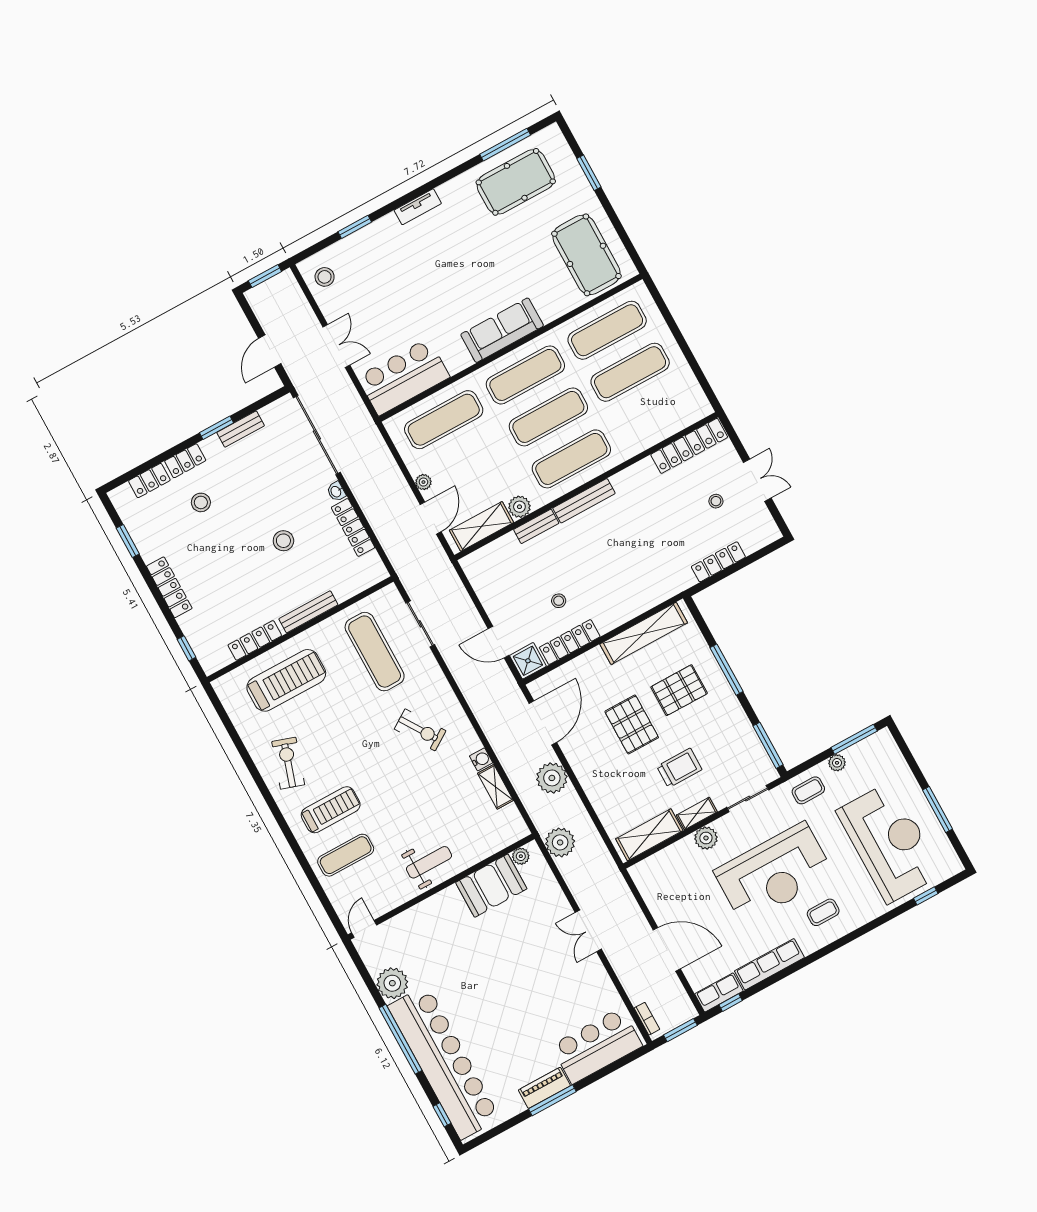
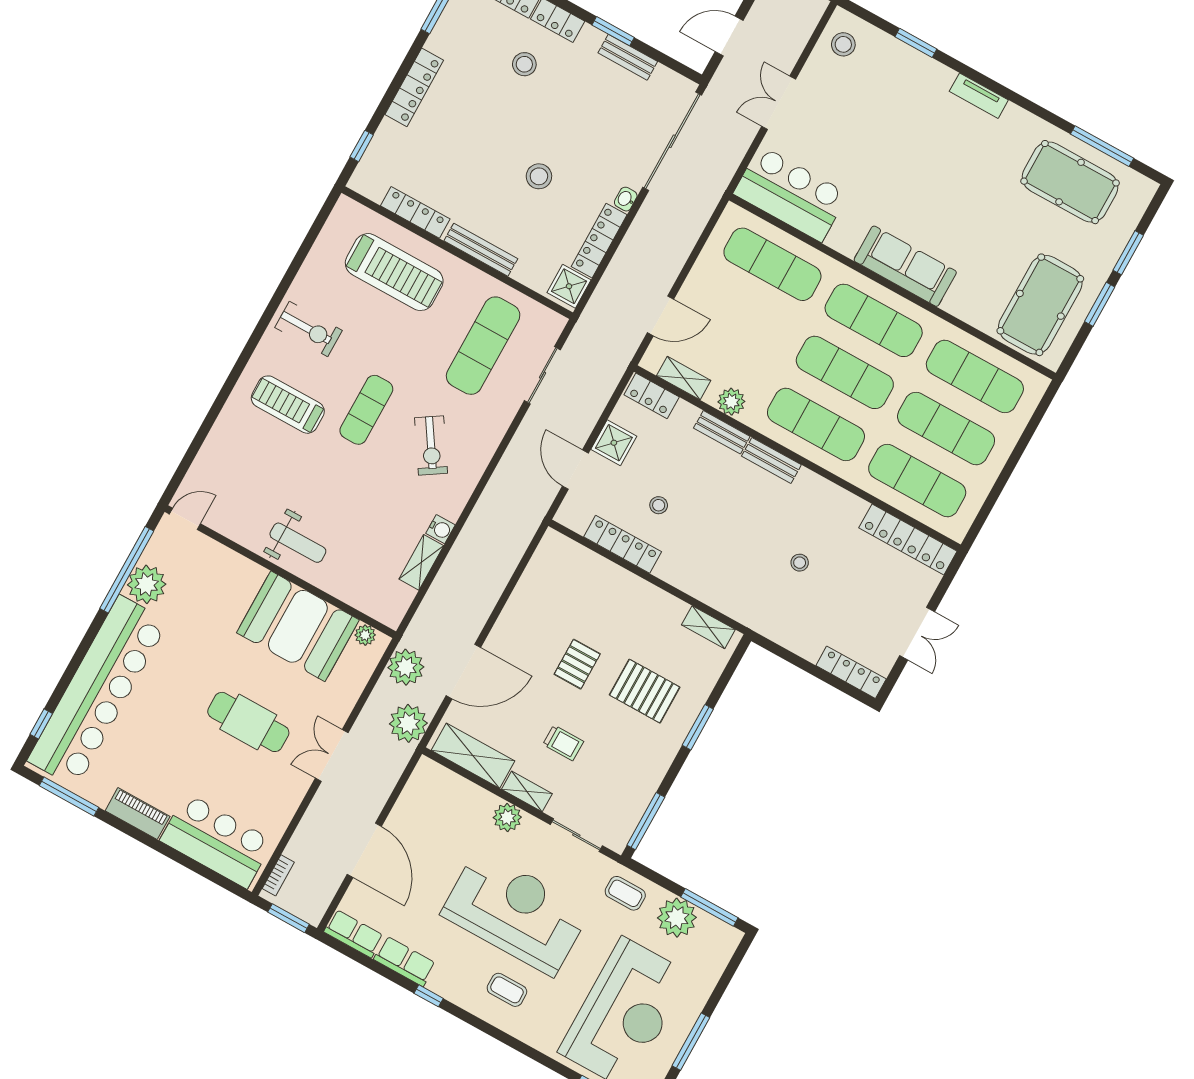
window: (612, 214) -> (1100, 304), added
double door: (336, 346) -> (779, 103), swing flipped
exercise mat: (653, 414) -> (917, 481), added
plant: (423, 482) -> (693, 284), removed
bench: (584, 501) -> (771, 460), width x0.73
stool: (716, 501) -> (800, 563), moved
shelving: (481, 526) -> (684, 378), width x0.67, depth x0.75
locker: (481, 559) -> (652, 396), added
locker: (718, 562) -> (851, 672), moved
shower: (371, 568) -> (569, 286), added
shelving: (644, 633) -> (708, 627), width x0.45, depth x0.75
shower: (528, 661) -> (614, 443), moved
window: (727, 670) -> (698, 727), width x0.69
door: (543, 723) -> (463, 672), moved
pallet: (632, 724) -> (577, 664), width x0.67, depth x0.71
exercise bike: (288, 763) -> (309, 329), turned 72
plant: (837, 763) -> (677, 918), width x1.88, depth x1.88
trolley: (679, 768) -> (563, 743), width x0.73, depth x0.72
plant: (552, 778) -> (408, 723), moved
treadmill: (331, 810) -> (288, 405), turned 180
exercise mat: (346, 855) -> (366, 410), moved, turned 90
reception desk: (774, 873) -> (516, 912), turned 180
booth: (491, 886) -> (298, 626), width x1.36, depth x1.42
row of seats: (769, 964) -> (405, 961), width x0.68
cafe table: (530, 973) -> (248, 722), added
window: (731, 1003) -> (429, 996), moved
window: (401, 1039) -> (127, 570), moved
window: (552, 1100) -> (69, 796), moved

